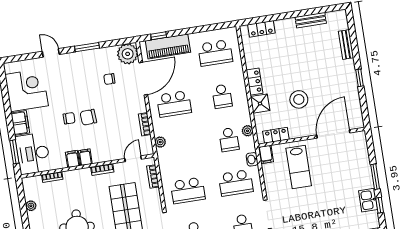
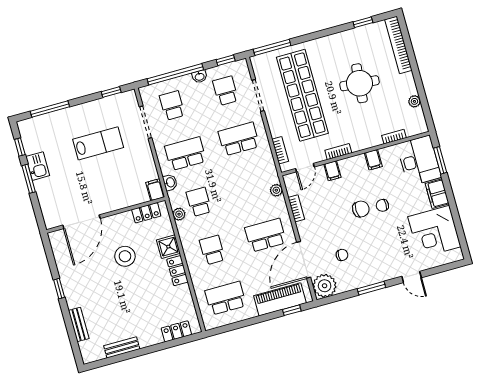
filing cabinet: (85, 157) -> (332, 171), moved
lab bench: (299, 167) -> (98, 143), moved, turned 90
kitchen sink: (368, 200) -> (38, 166), moved

